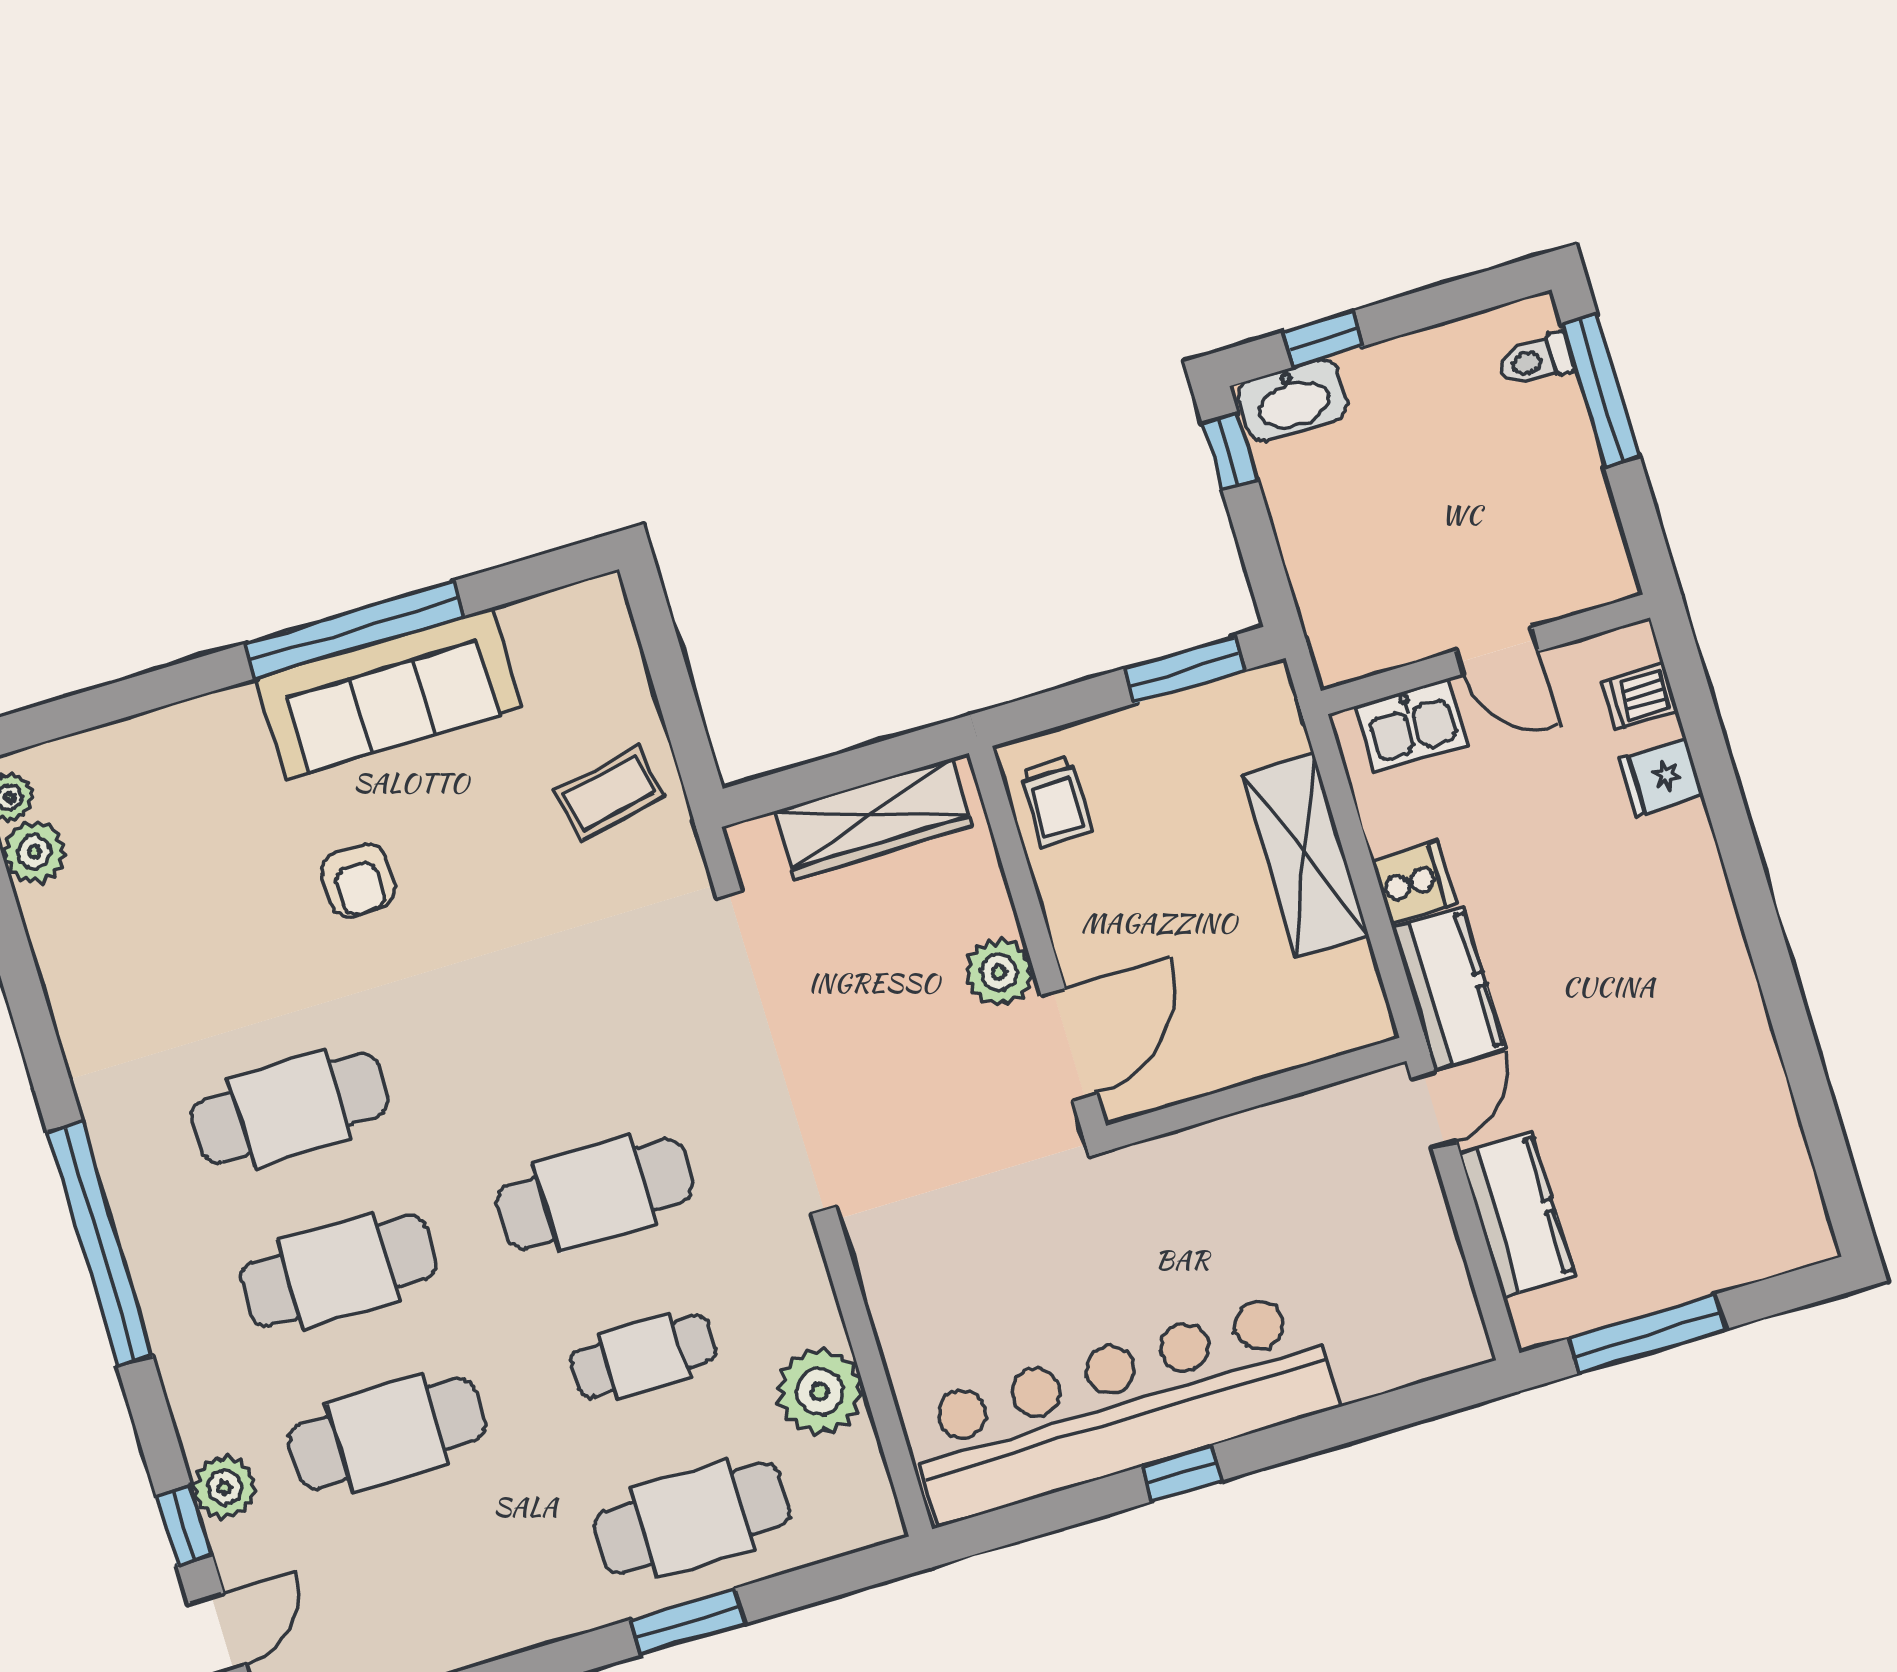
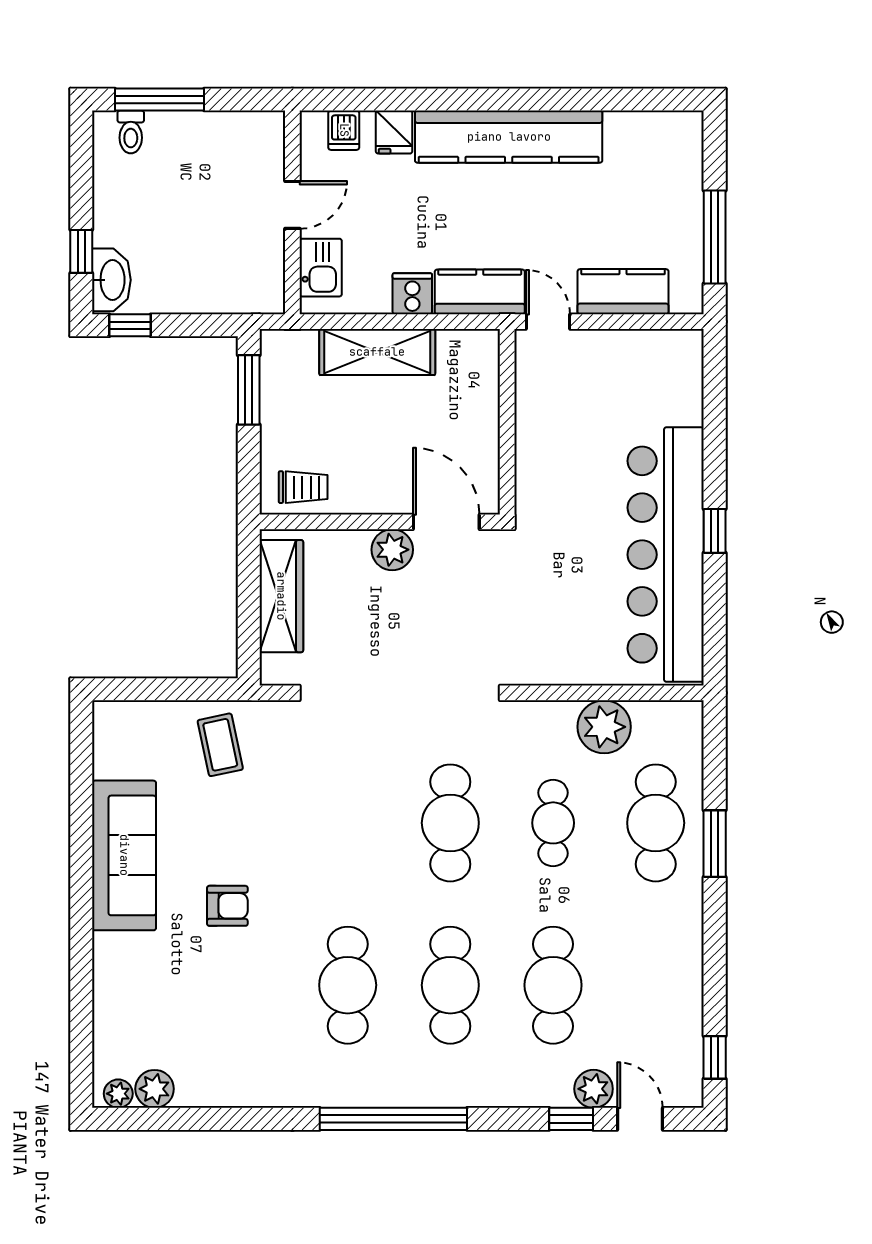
window: (355, 630) -> (81, 864), removed
kitchen counter: (1708, 960) -> (509, 137), added
plant: (225, 1488) -> (594, 1089), moved

